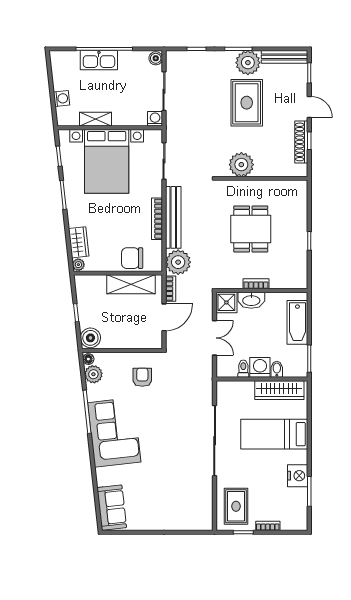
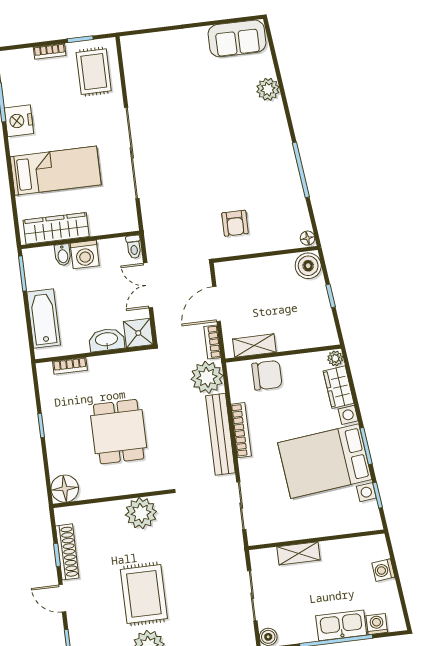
shelving: (96, 119) -> (298, 553), moved
washing machine: (155, 119) -> (377, 624), moved, turned 180
bed with nightstands: (107, 161) -> (325, 461), moved, turned -96
floor lamp: (297, 191) -> (65, 489), added
shelving: (131, 284) -> (254, 346), width x0.67, depth x0.75
bookcase: (256, 284) -> (70, 366), moved
toilet: (243, 369) -> (134, 247), moved
plant: (93, 374) -> (268, 89), moved
corner sofa: (114, 432) -> (263, 148), removed
sofa: (112, 508) -> (237, 38), moved, turned -84

